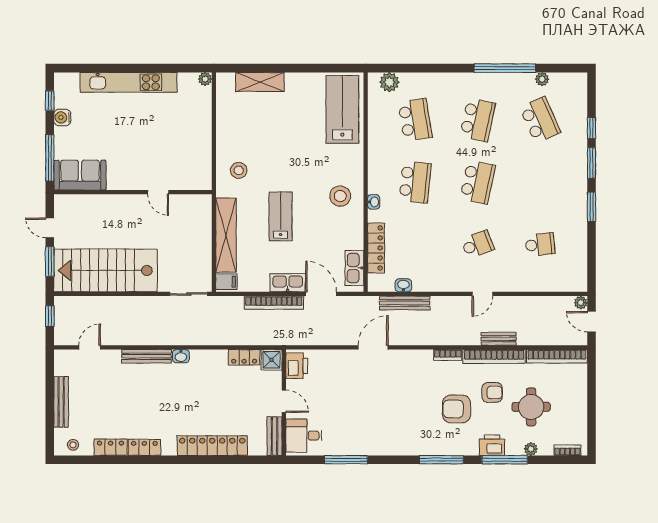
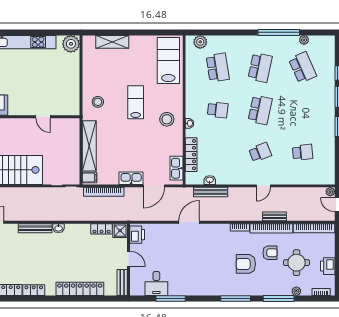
plant: (205, 79) -> (71, 44), width x1.88, depth x1.88
school desk: (415, 182) -> (218, 110), width x0.54
lab bench: (281, 216) -> (136, 102), moved
door: (321, 294) -> (154, 186), swing flipped
bookcase: (274, 303) -> (104, 192), moved
desk: (304, 436) -> (156, 283), moved, turned -90
printer: (492, 445) -> (328, 266), moved, turned -90

